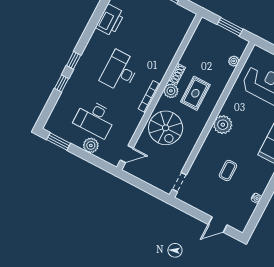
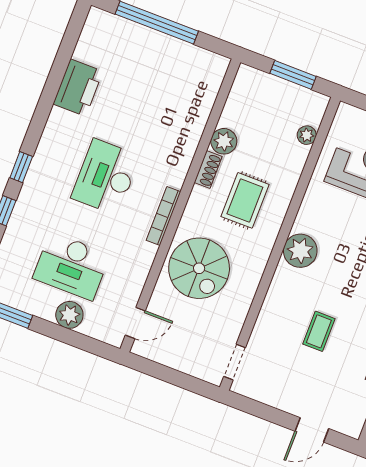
plant: (171, 91) -> (224, 141), moved

